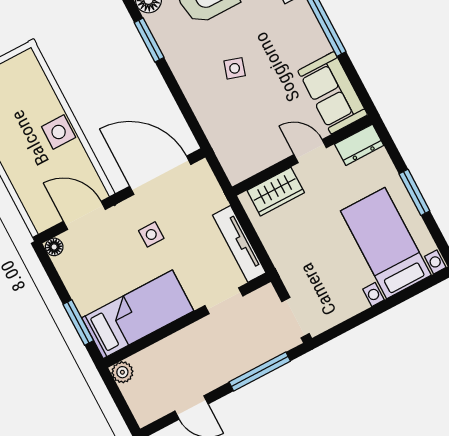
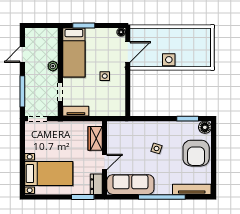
sofa: (333, 93) -> (130, 185), width x1.36
door: (160, 175) -> (128, 93), removed
window: (414, 192) -> (83, 197), moved
tv unit: (239, 244) -> (76, 111), width x0.71
plant: (122, 372) -> (53, 66), moved

